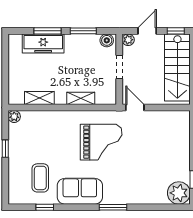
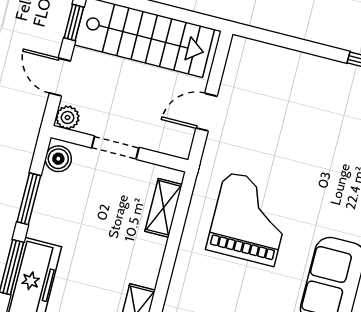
shelving: (81, 98) -> (164, 208), moved
door: (135, 107) -> (206, 112), moved

